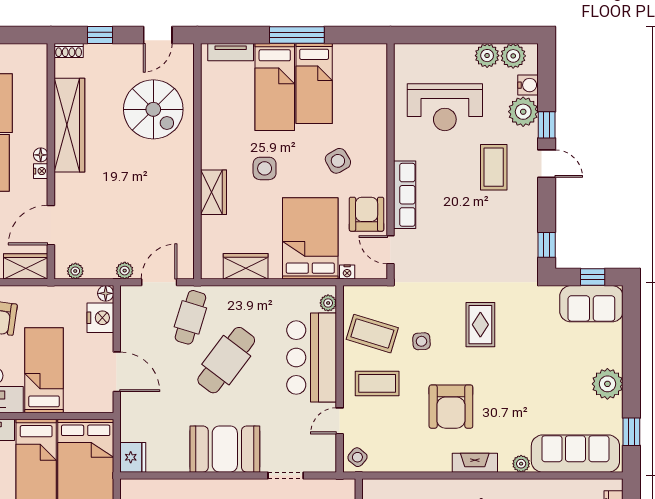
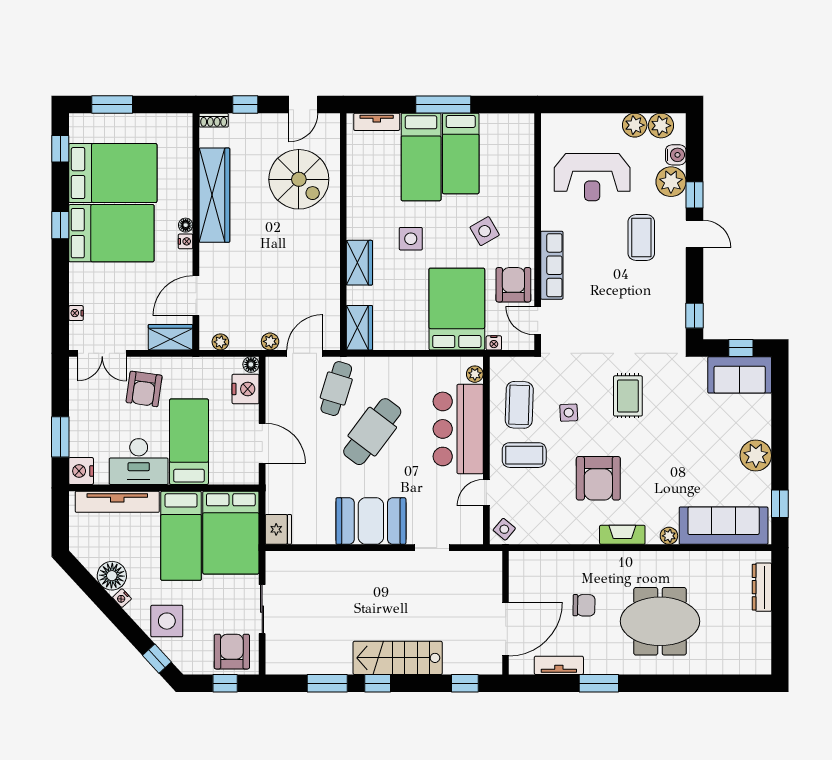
wardrobe: (246, 266) -> (359, 328), moved, turned 90
coffee table: (372, 334) -> (519, 405), turned 75

